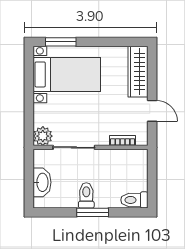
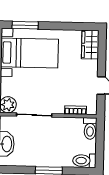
wardrobe: (138, 72) -> (90, 45), width x0.67
toilet: (86, 195) -> (90, 128), moved, turned 180

